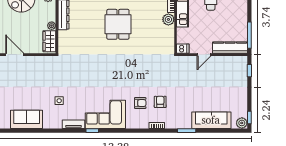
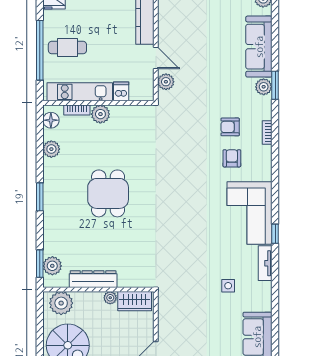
dining table: (118, 24) -> (108, 193), turned 90
dishwasher: (183, 49) -> (121, 91), moved
plant: (189, 61) -> (166, 82), added
plant: (186, 123) -> (264, 87), added

